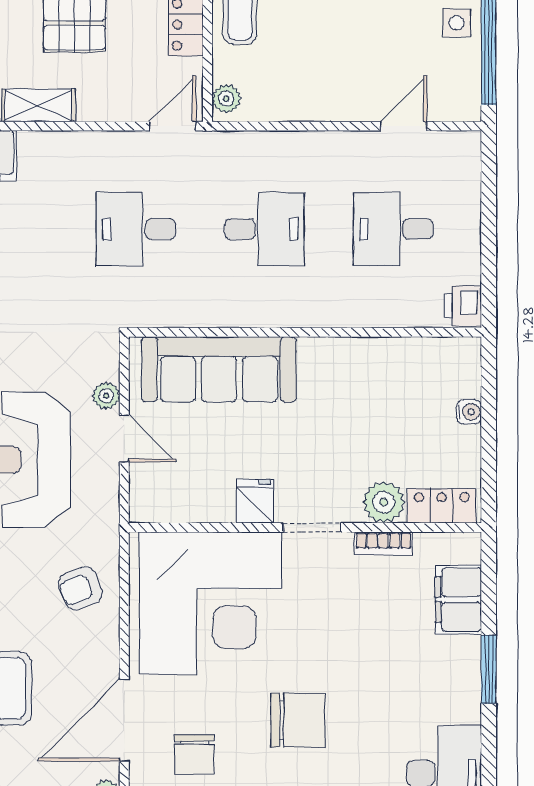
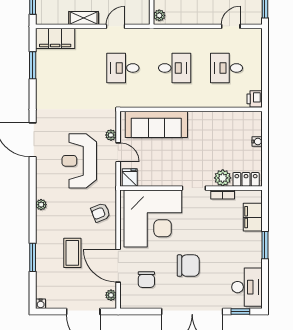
door: (173, 126) -> (115, 26), moved
fridge: (255, 501) -> (130, 177), moved
door: (124, 720) -> (118, 266), hinge flipped

